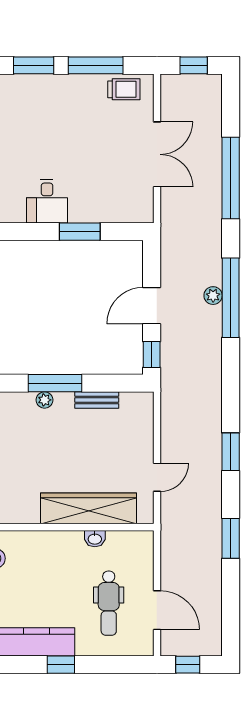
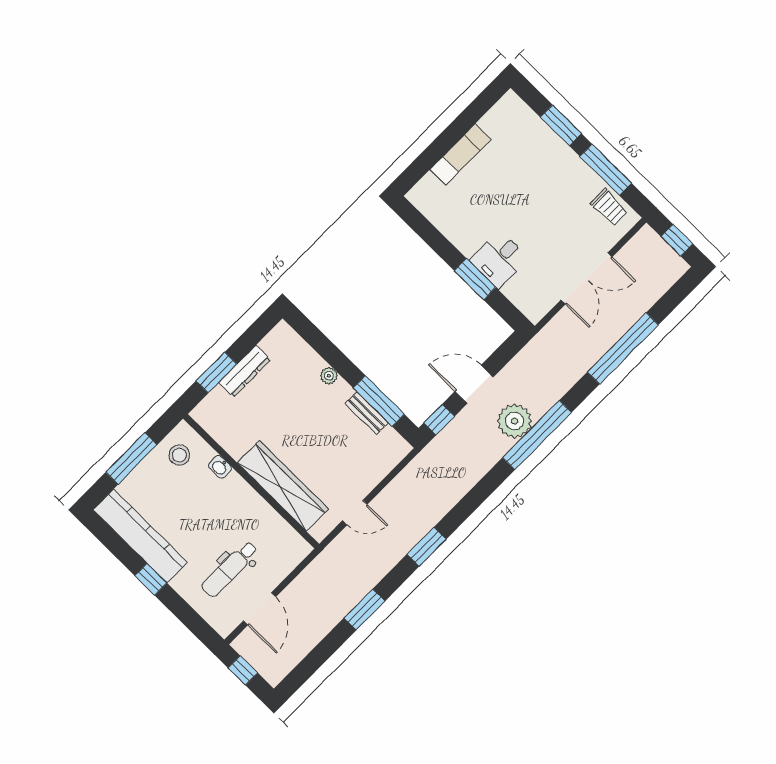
desk: (47, 201) -> (499, 259), moved
plant: (213, 296) -> (515, 421), width x1.87, depth x1.87
window: (55, 383) -> (379, 401), moved
washbasin: (95, 539) -> (220, 467), moved

